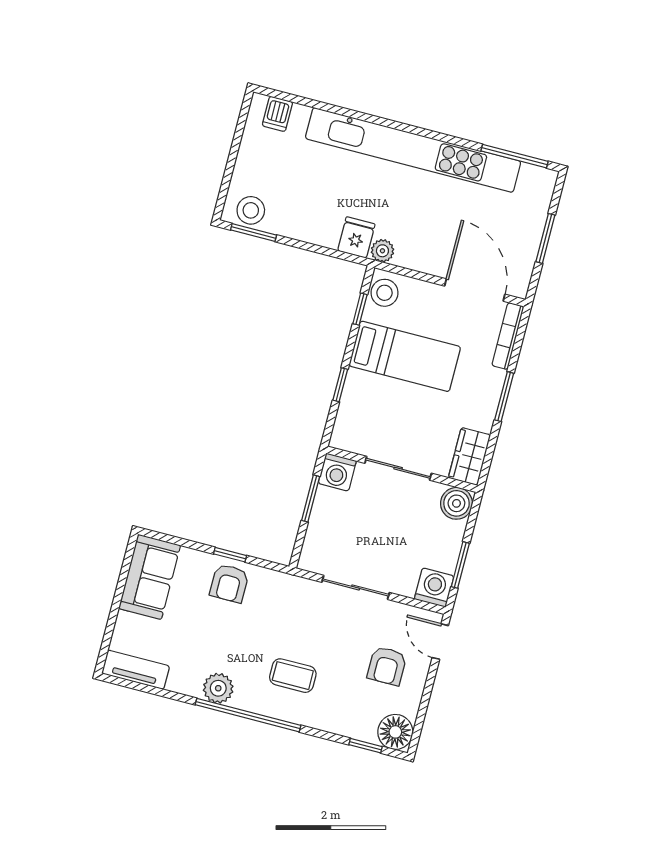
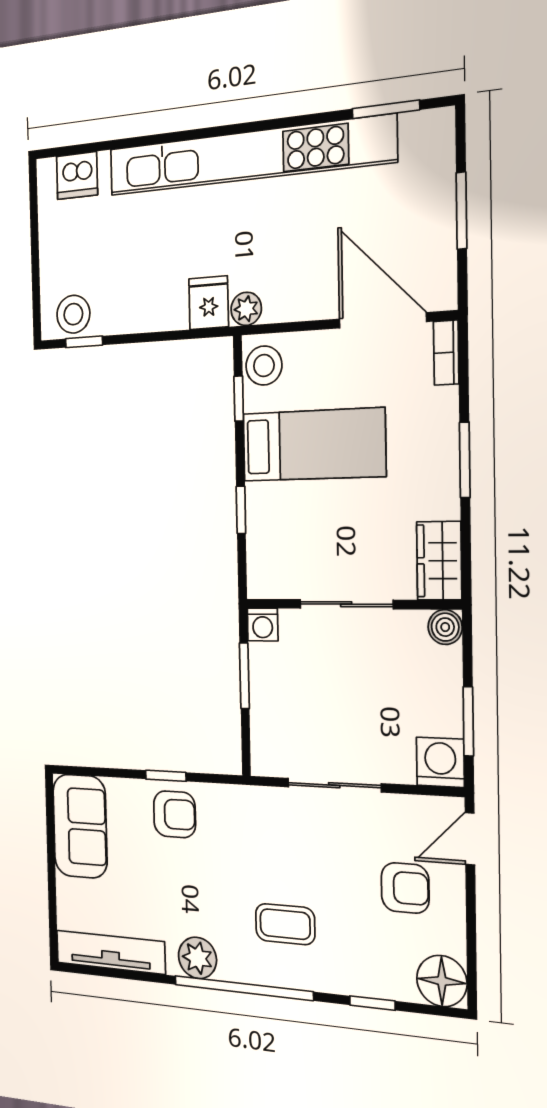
dishwasher: (277, 114) -> (77, 176), width x1.38
window: (514, 156) -> (386, 109), width x0.69
window: (254, 232) -> (84, 342), width x0.67
bookcase: (508, 336) -> (446, 353), width x0.64
washing machine: (337, 472) -> (263, 625), width x0.73, depth x0.73
boiler: (456, 503) -> (445, 627), width x0.73, depth x0.73
armchair: (229, 583) -> (175, 814), turned -90
door: (440, 642) -> (470, 839), hinge flipped
armchair: (387, 666) -> (405, 888), turned -90
tv unit: (136, 670) -> (110, 952), width x1.41
window: (366, 746) -> (372, 1003), moved

